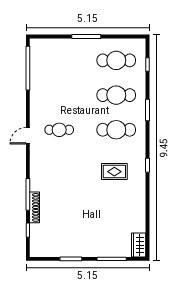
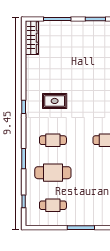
cafe table: (116, 60) -> (53, 205), width x0.73, depth x0.74
cafe table: (116, 130) -> (53, 140), width x0.73, depth x0.74
wardrobe: (139, 245) -> (32, 38), width x1.50

